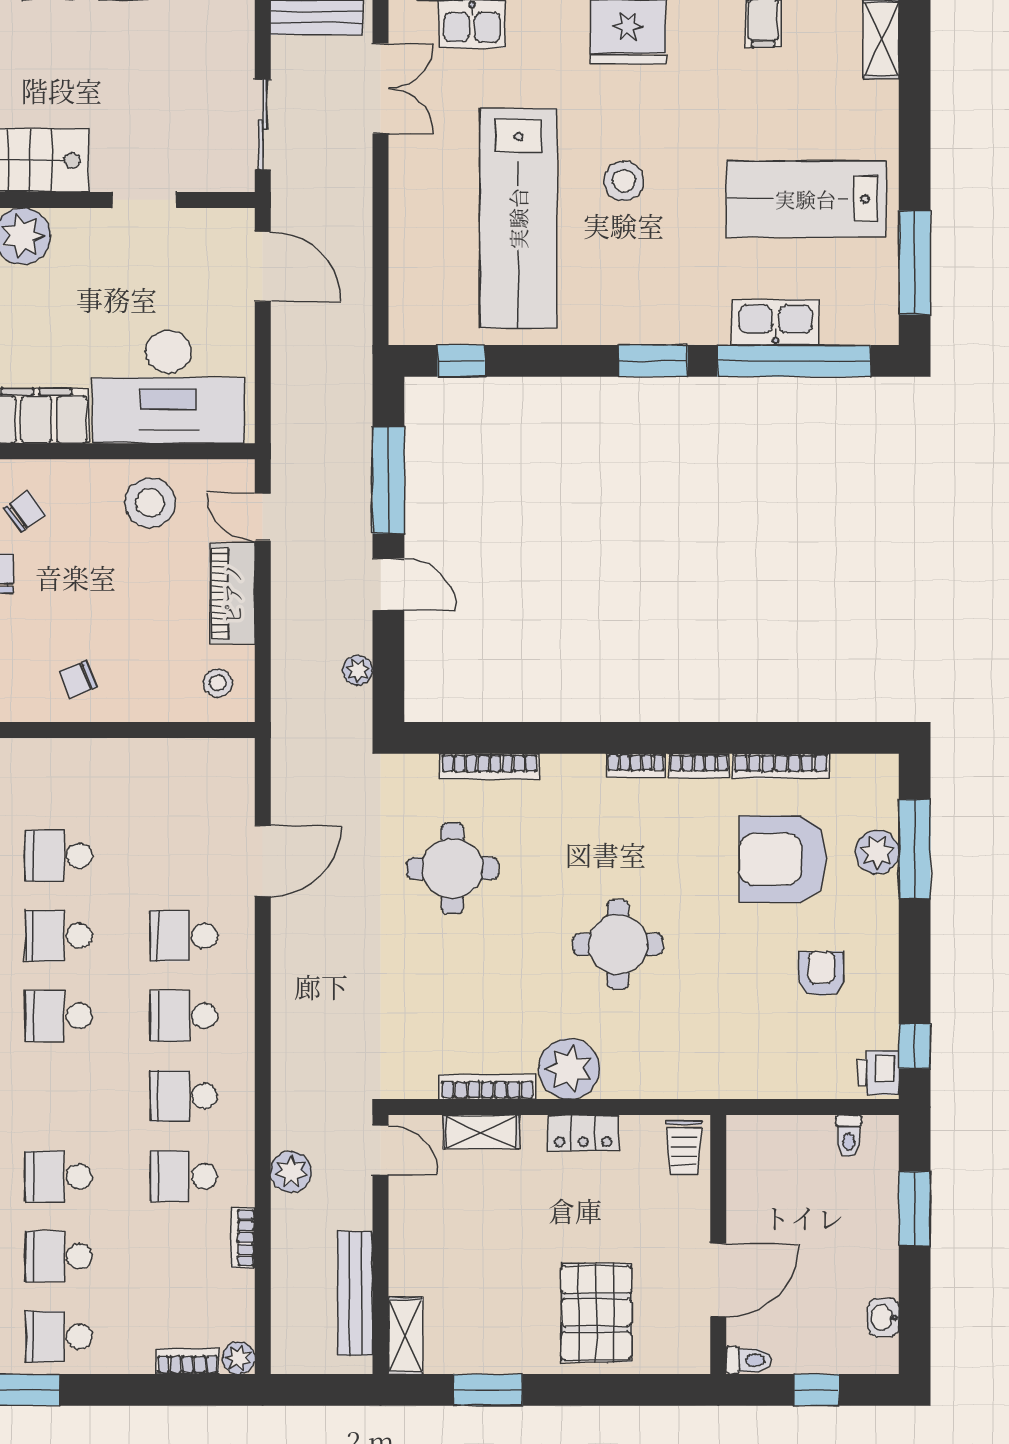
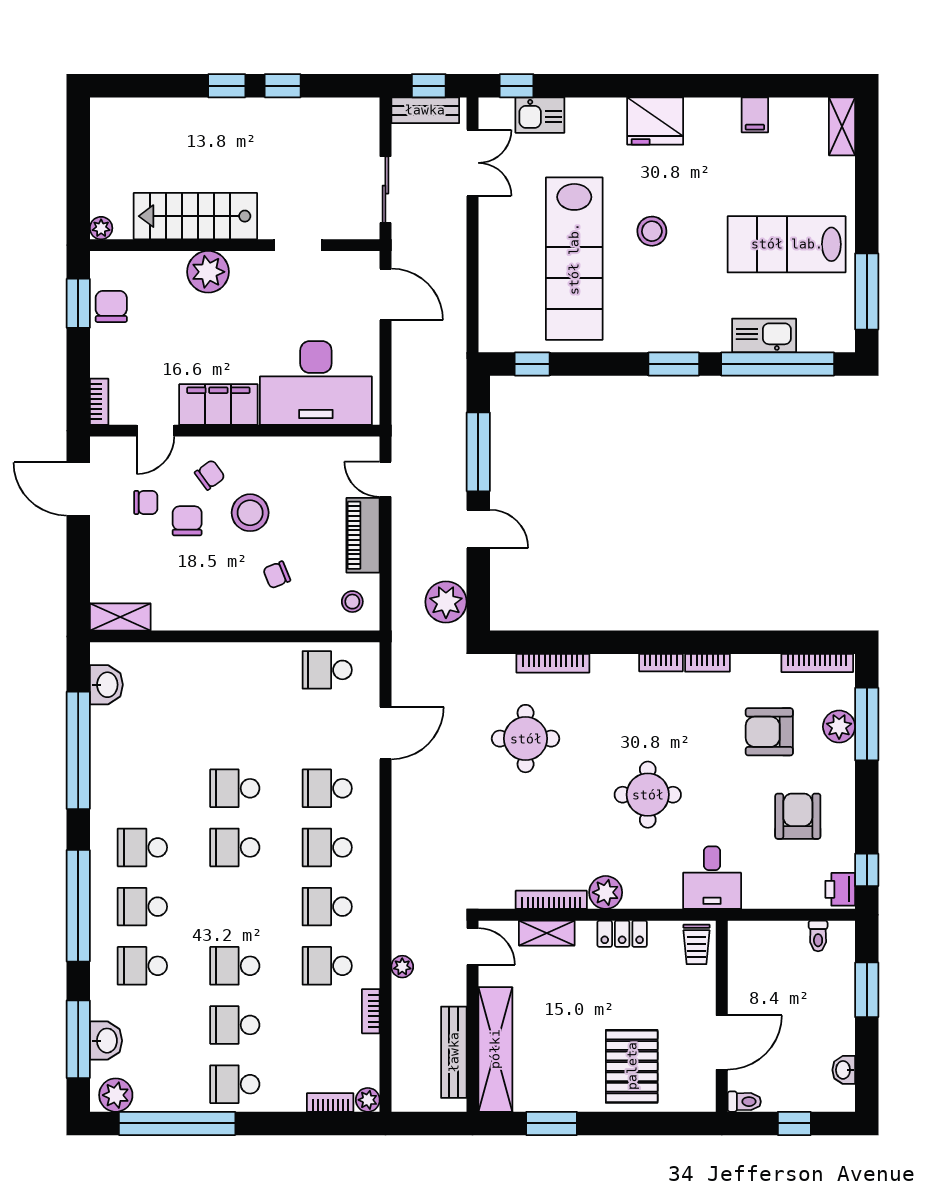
stool: (150, 503) -> (250, 513), moved
plant: (358, 670) -> (446, 602), width x1.87, depth x1.87
chair: (78, 679) -> (277, 575), moved
bookcase: (781, 766) -> (817, 663), moved
school desk: (59, 856) -> (327, 670), moved
armchair: (783, 859) -> (769, 732), width x0.73, depth x0.73
armchair: (821, 974) -> (798, 816), width x1.38, depth x1.38
desk: (705, 1057) -> (712, 878), added
plant: (569, 1069) -> (606, 892), width x0.73, depth x0.73
plant: (291, 1172) -> (402, 967), width x0.73, depth x0.73
shelving: (406, 1336) -> (495, 1049), width x2.20, depth x1.33

